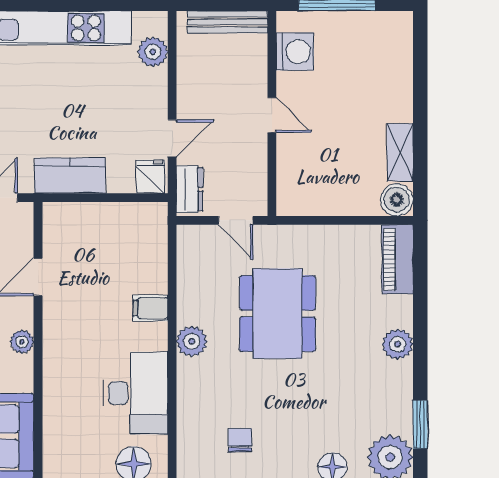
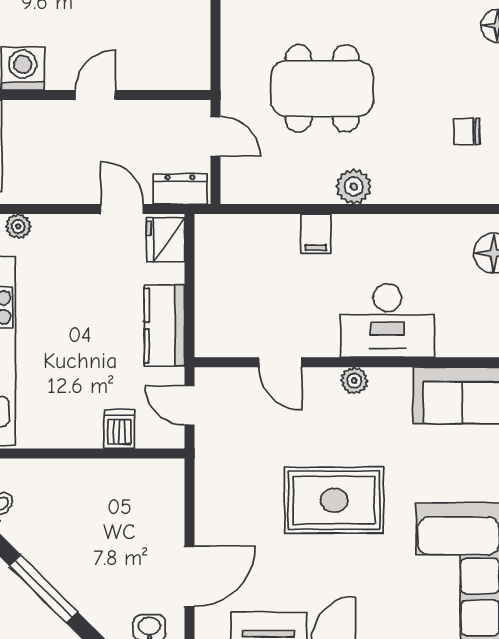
plant: (153, 52) -> (18, 226), width x0.73, depth x0.73
fridge: (151, 177) -> (166, 240), width x1.38
door: (236, 220) -> (216, 136), hinge flipped
desk: (135, 393) -> (387, 320), moved, turned 180

